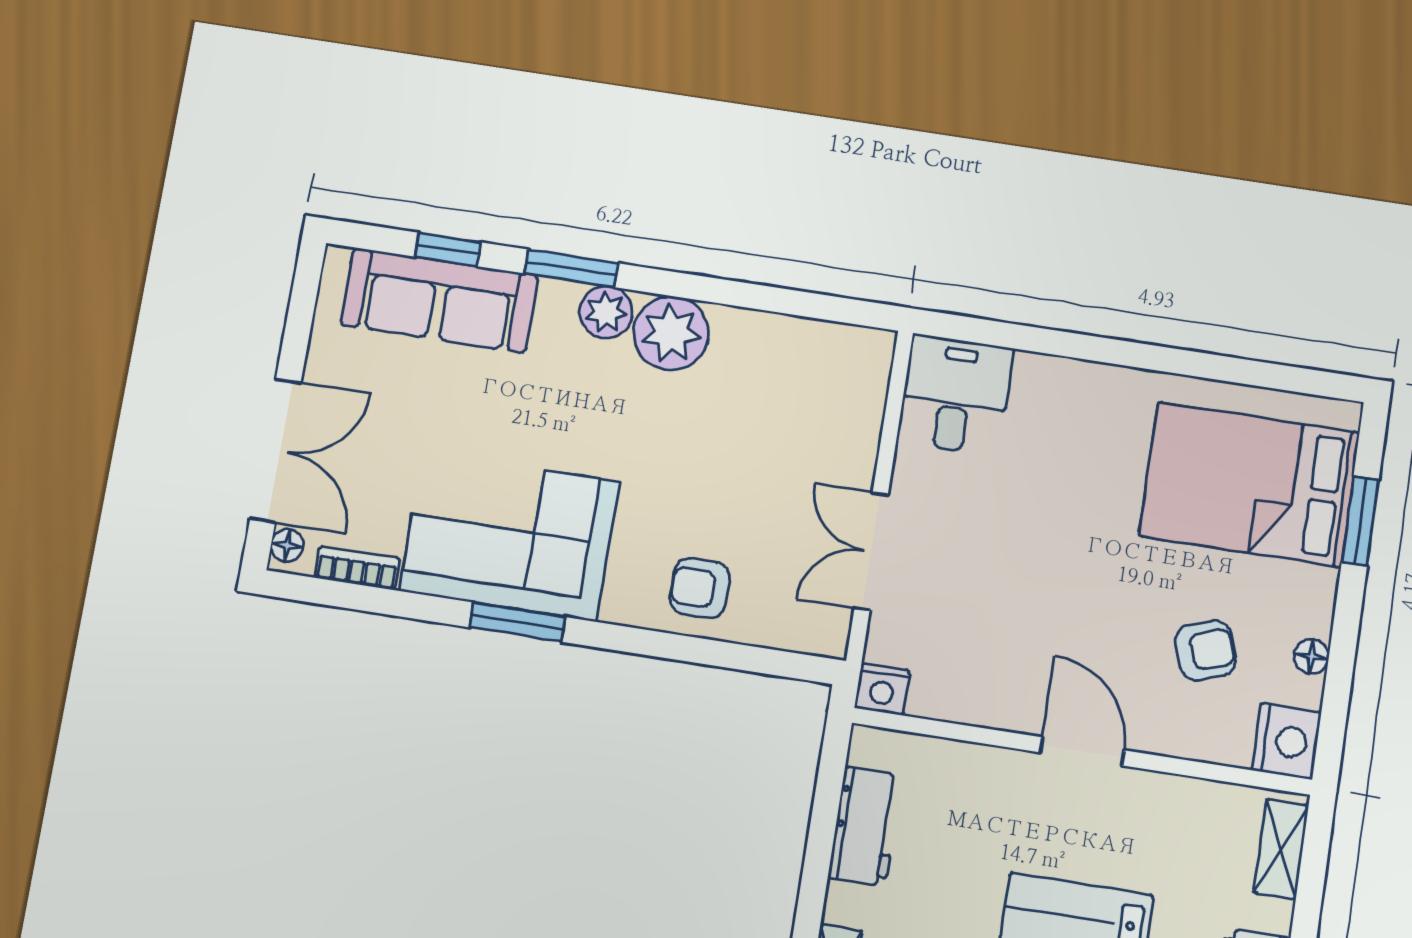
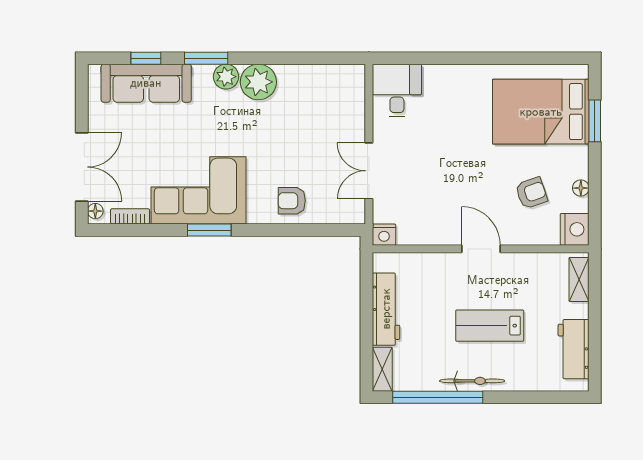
workbench: (865, 826) -> (386, 309), width x1.37

